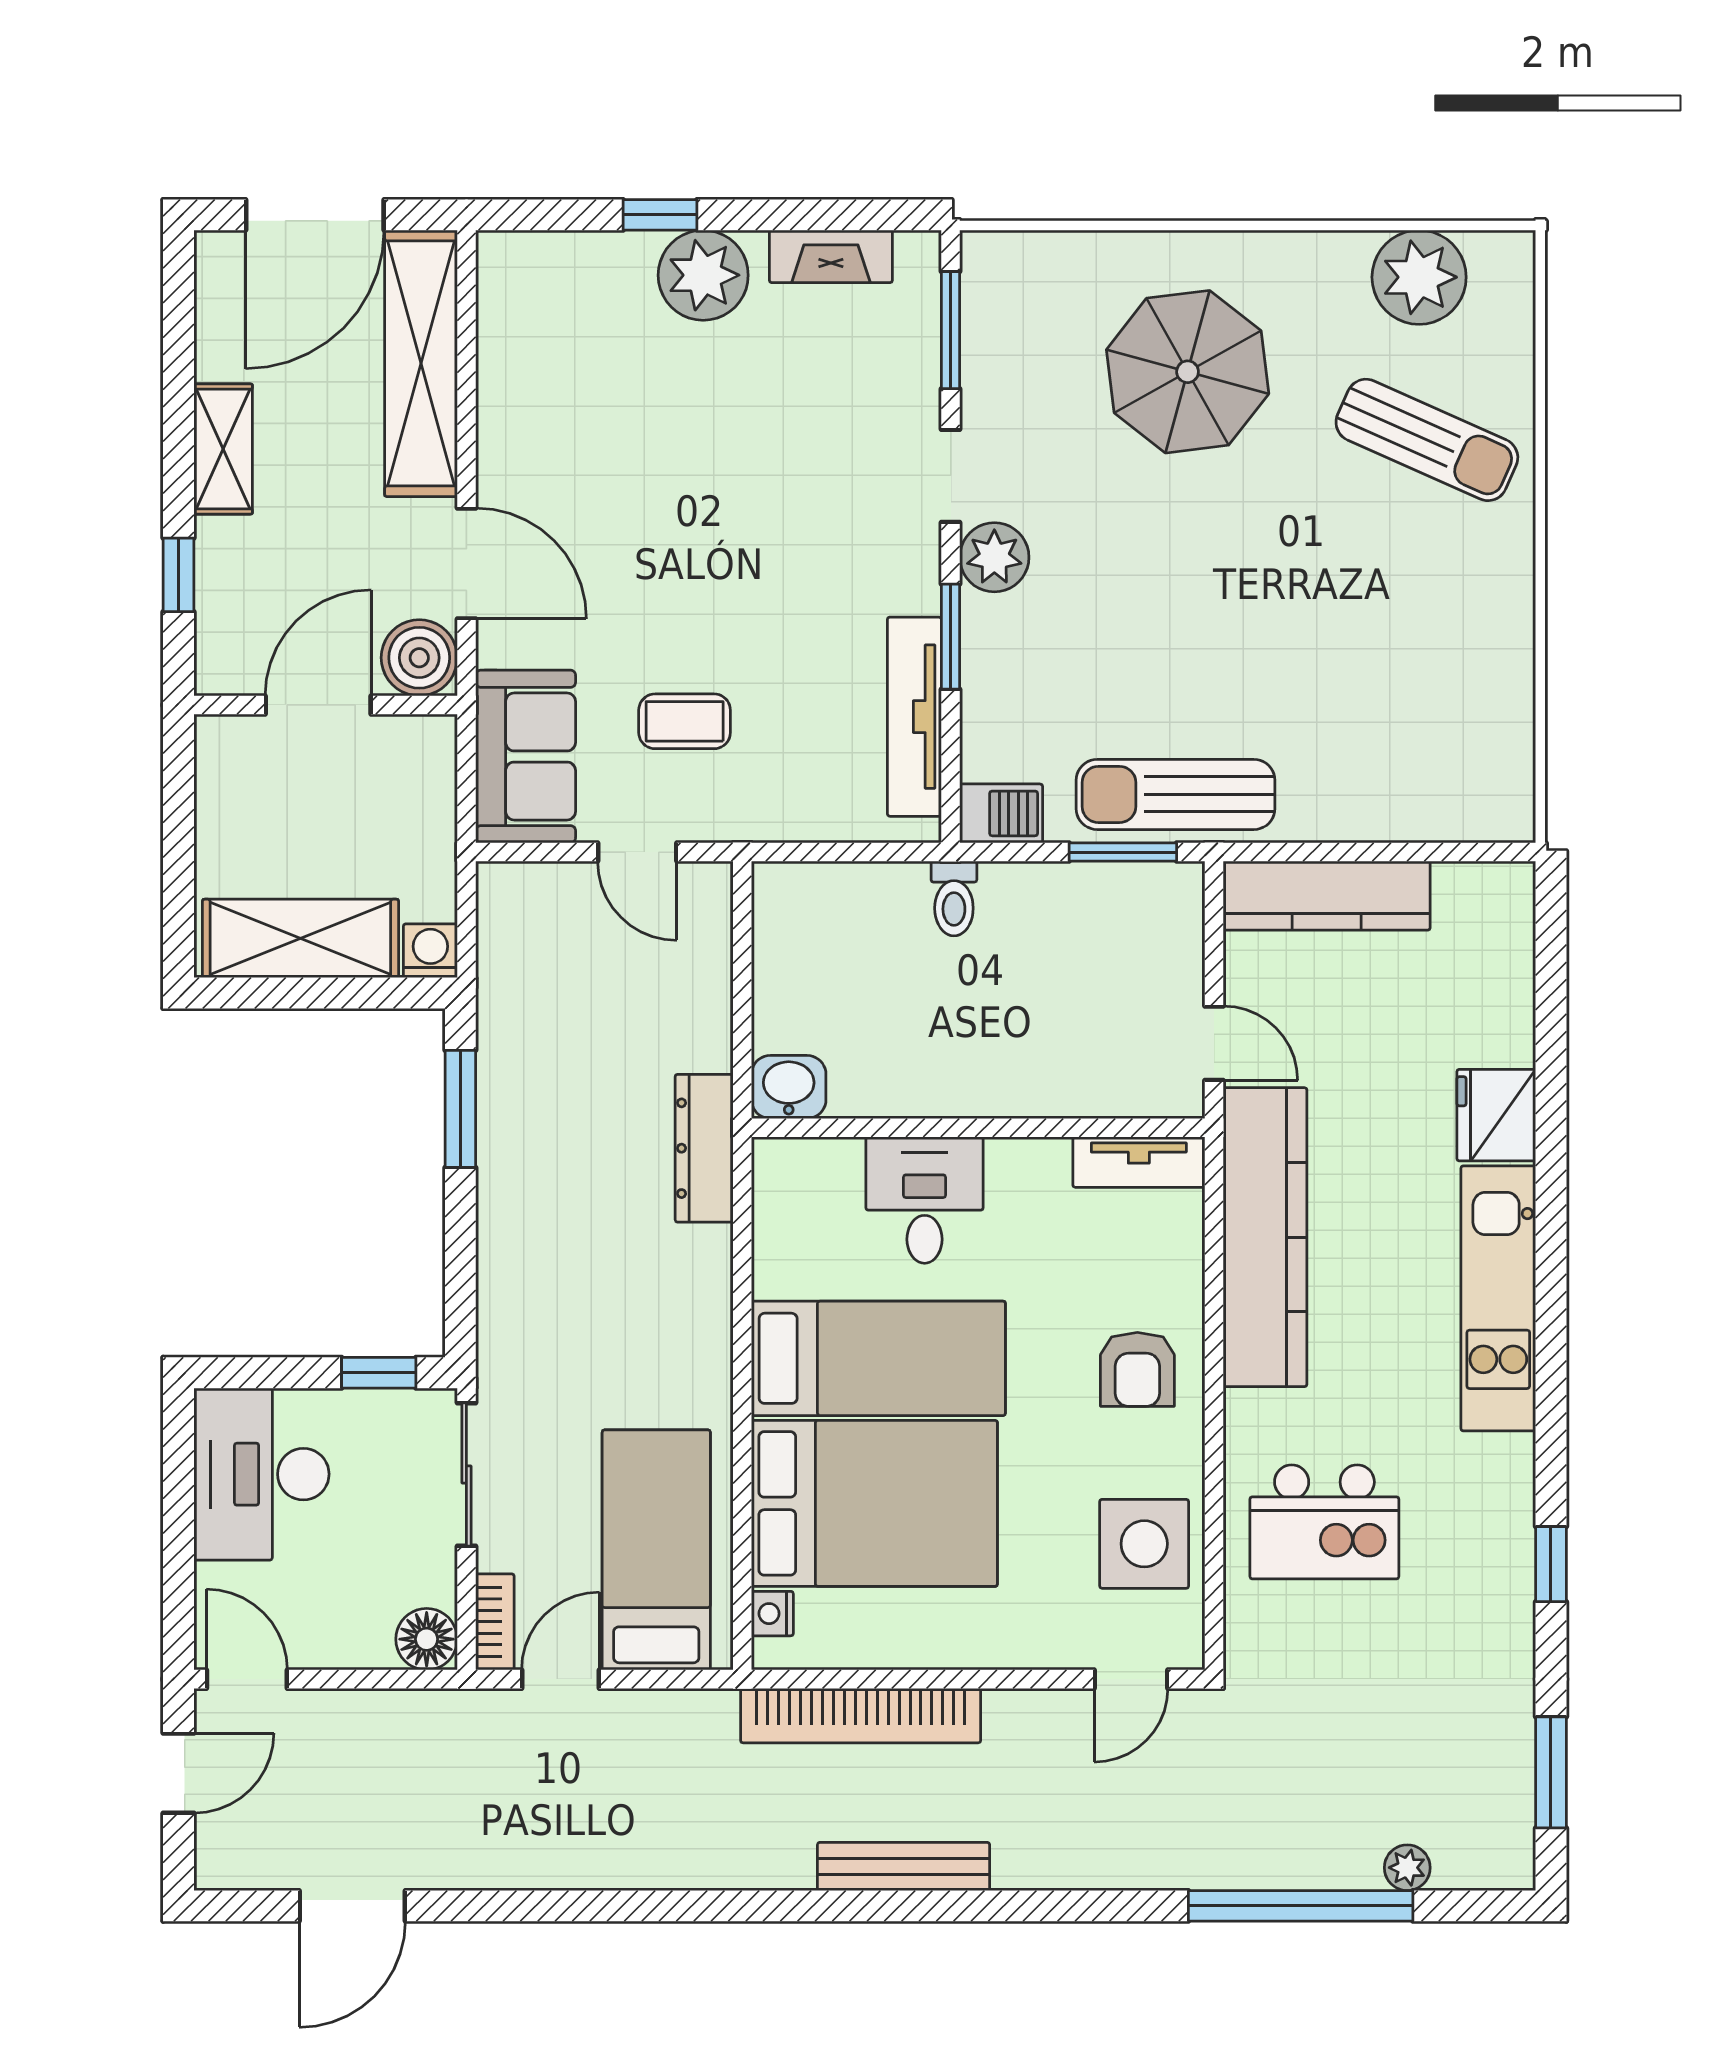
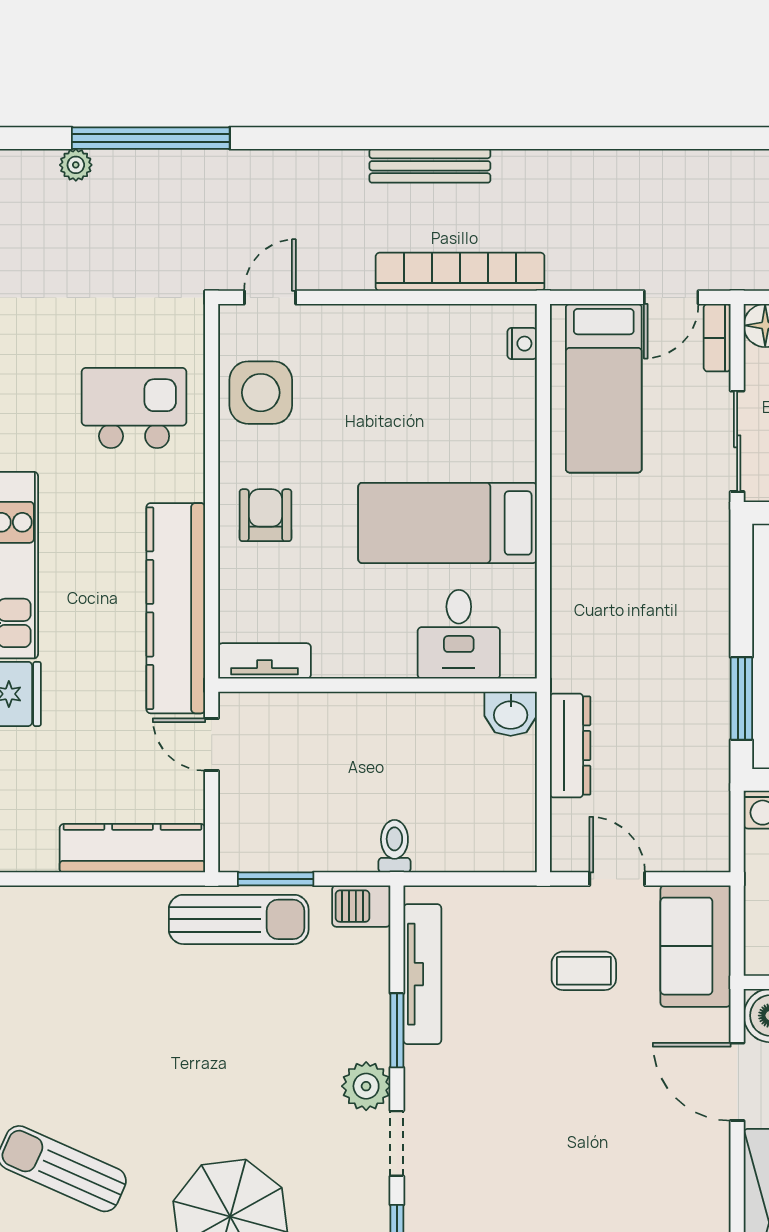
dresser: (704, 1148) -> (570, 746), moved
desk: (925, 1200) -> (459, 634), moved
bed: (874, 1503) -> (450, 421), removed

